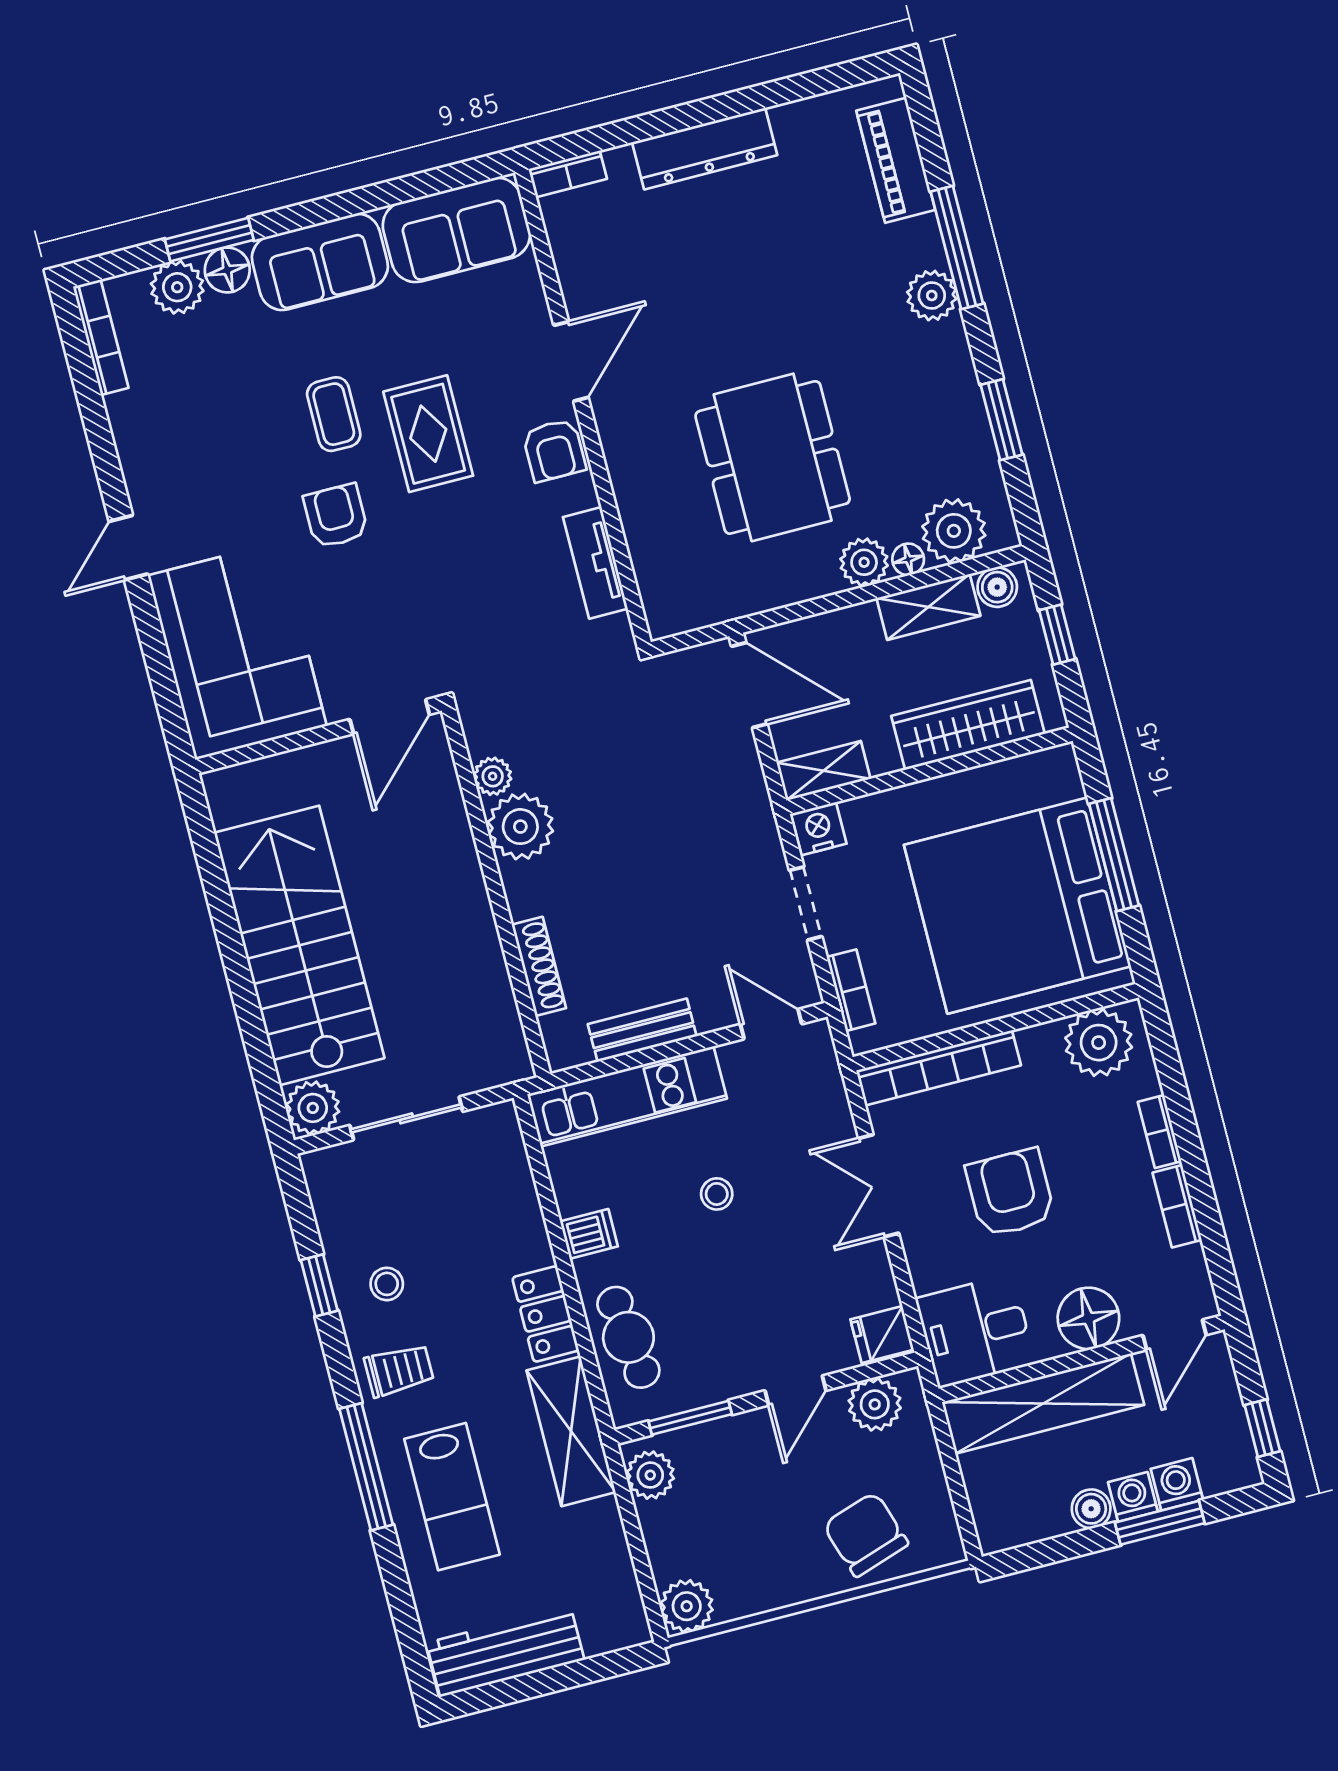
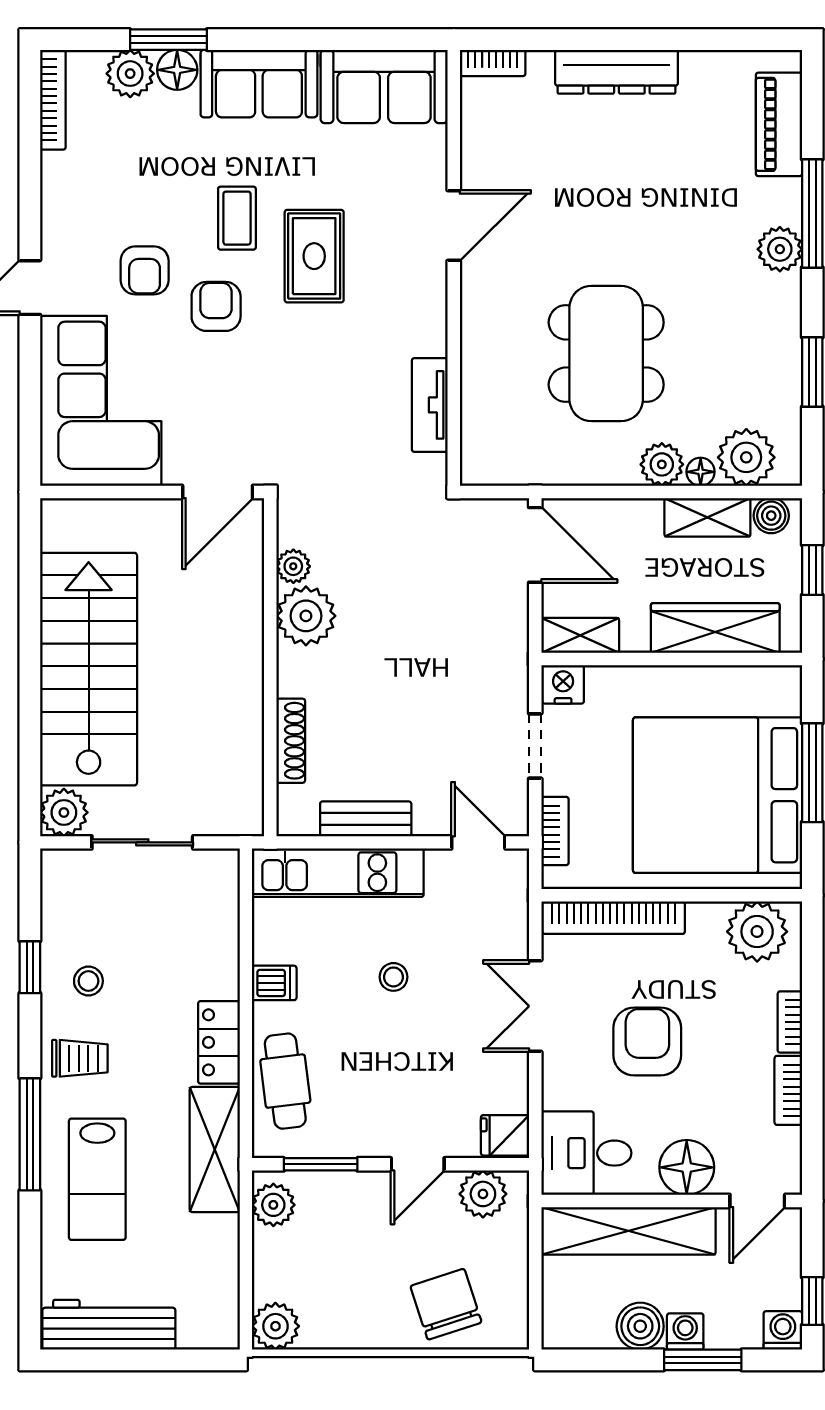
armchair: (554, 450) -> (145, 270), moved
washing machine: (1177, 1484) -> (783, 1330), moved
boiler: (1091, 1509) -> (640, 1326), width x1.36, depth x1.36

